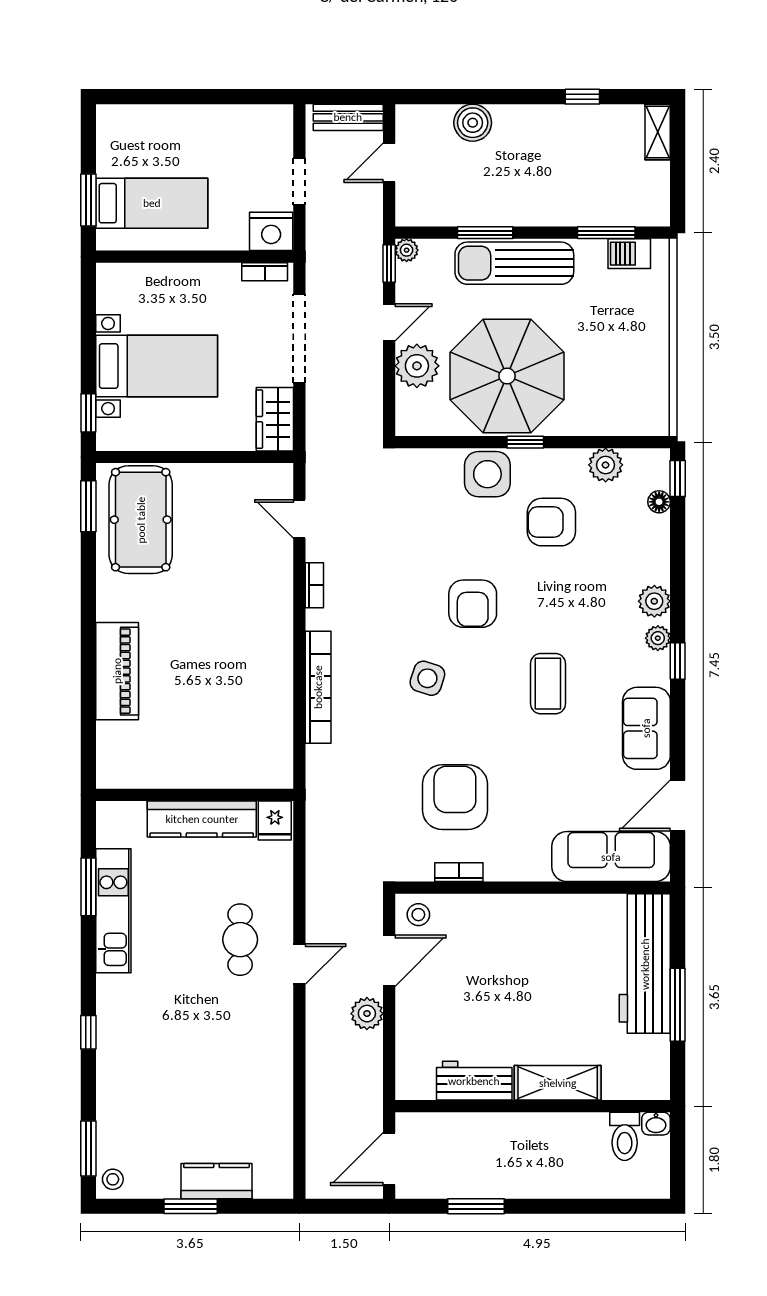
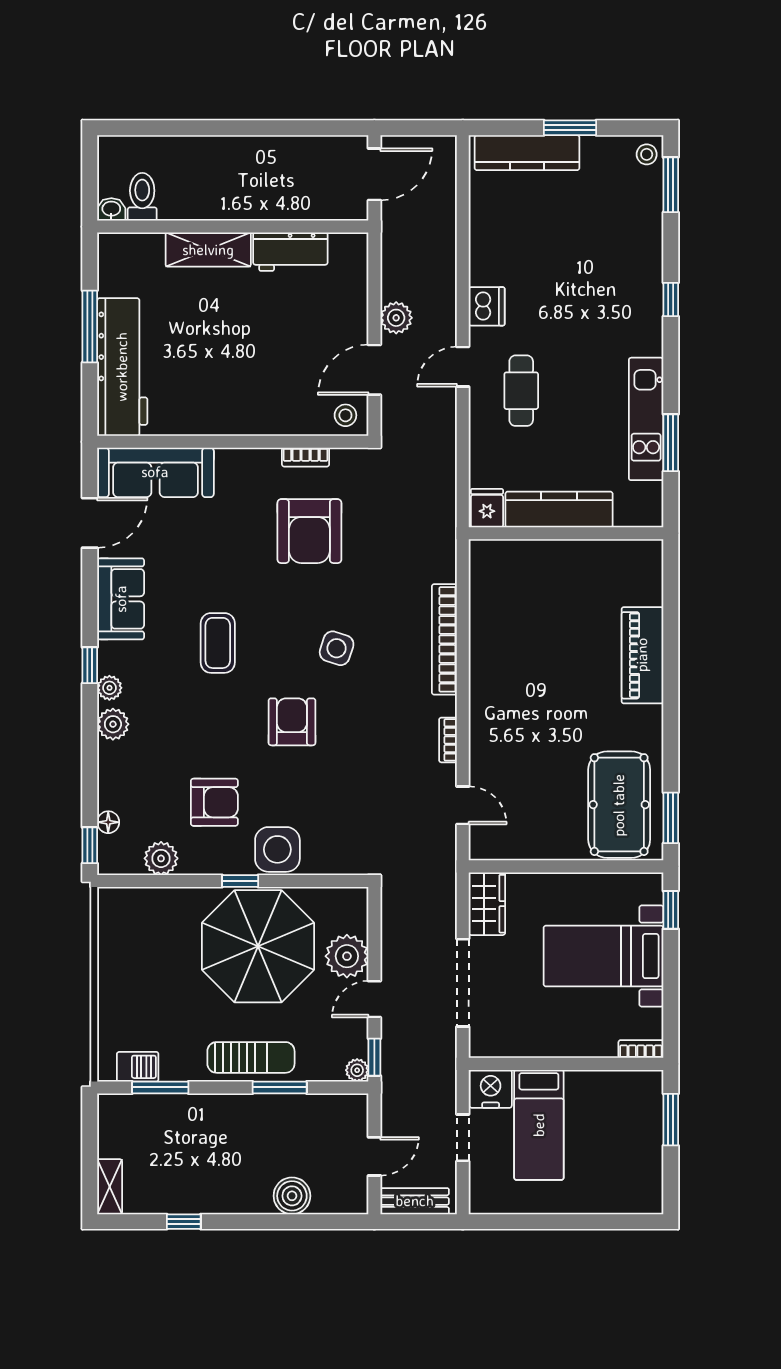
bed: (152, 203) -> (539, 1125), moved, turned -90
sun lounger: (514, 263) -> (251, 1057), width x0.73, depth x0.75
bookcase: (265, 272) -> (641, 1049), moved
dishwasher: (275, 1025) -> (487, 306), added
kitchen counter: (216, 1181) -> (527, 153), width x1.50
window: (476, 1206) -> (289, 128), removed

